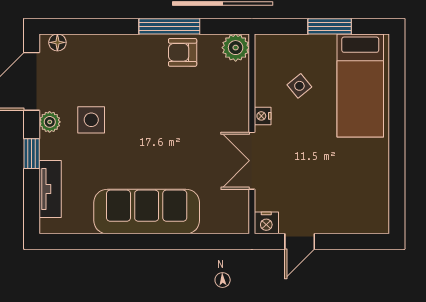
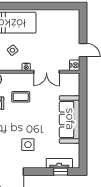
coffee table: (197, 104) -> (21, 97), added
plant: (50, 122) -> (29, 163), removed
window: (32, 154) -> (61, 172), moved

